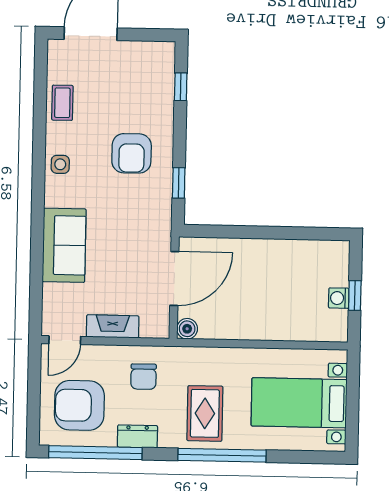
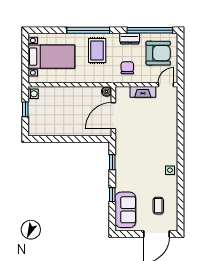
window: (181, 87) -> (112, 195), moved
coffee table: (62, 103) -> (158, 206), moved
armchair: (132, 153) -> (135, 176), removed
sofa: (64, 245) -> (125, 210), moved, turned 180
washing machine: (339, 298) -> (33, 94), moved

